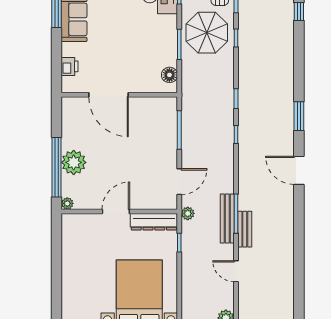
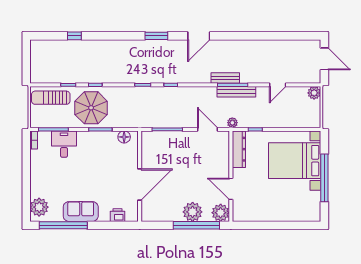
plant: (67, 203) -> (221, 213), width x1.88, depth x1.88
door: (116, 211) -> (231, 189), moved
bench: (245, 229) -> (225, 78), moved

